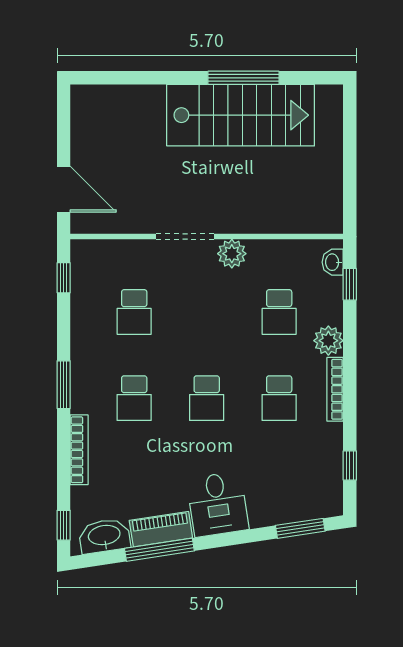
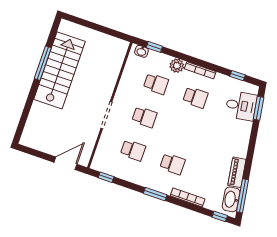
plant: (232, 254) -> (122, 96), removed
school desk: (207, 398) -> (144, 117), moved
desk: (218, 504) -> (241, 106), moved
window: (159, 550) -> (242, 196), moved

